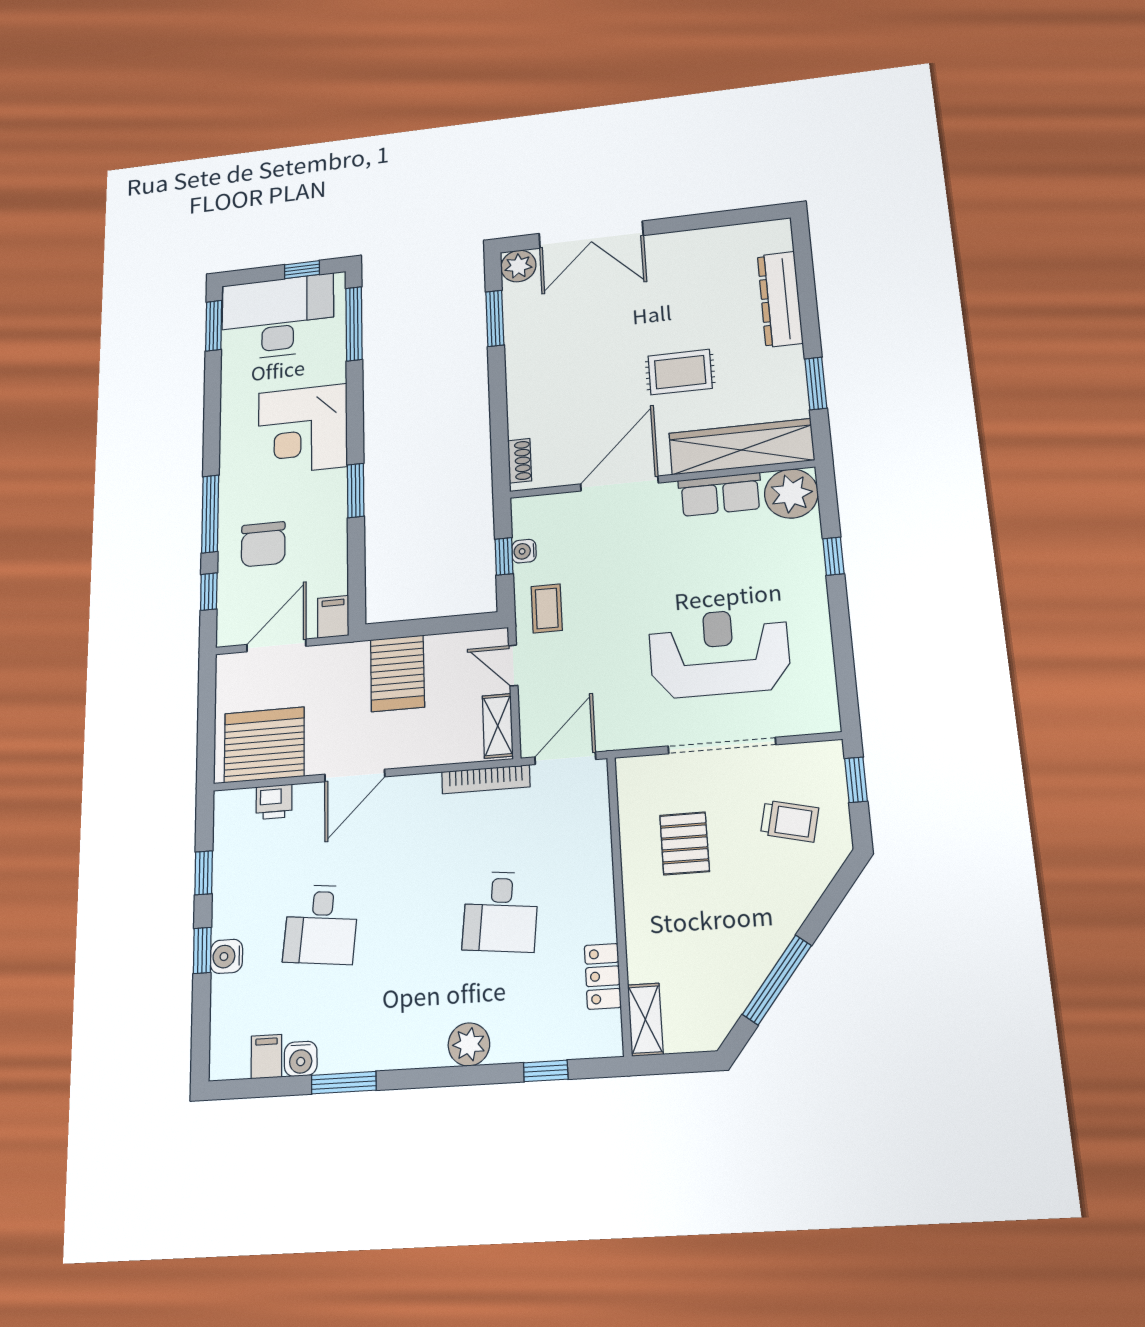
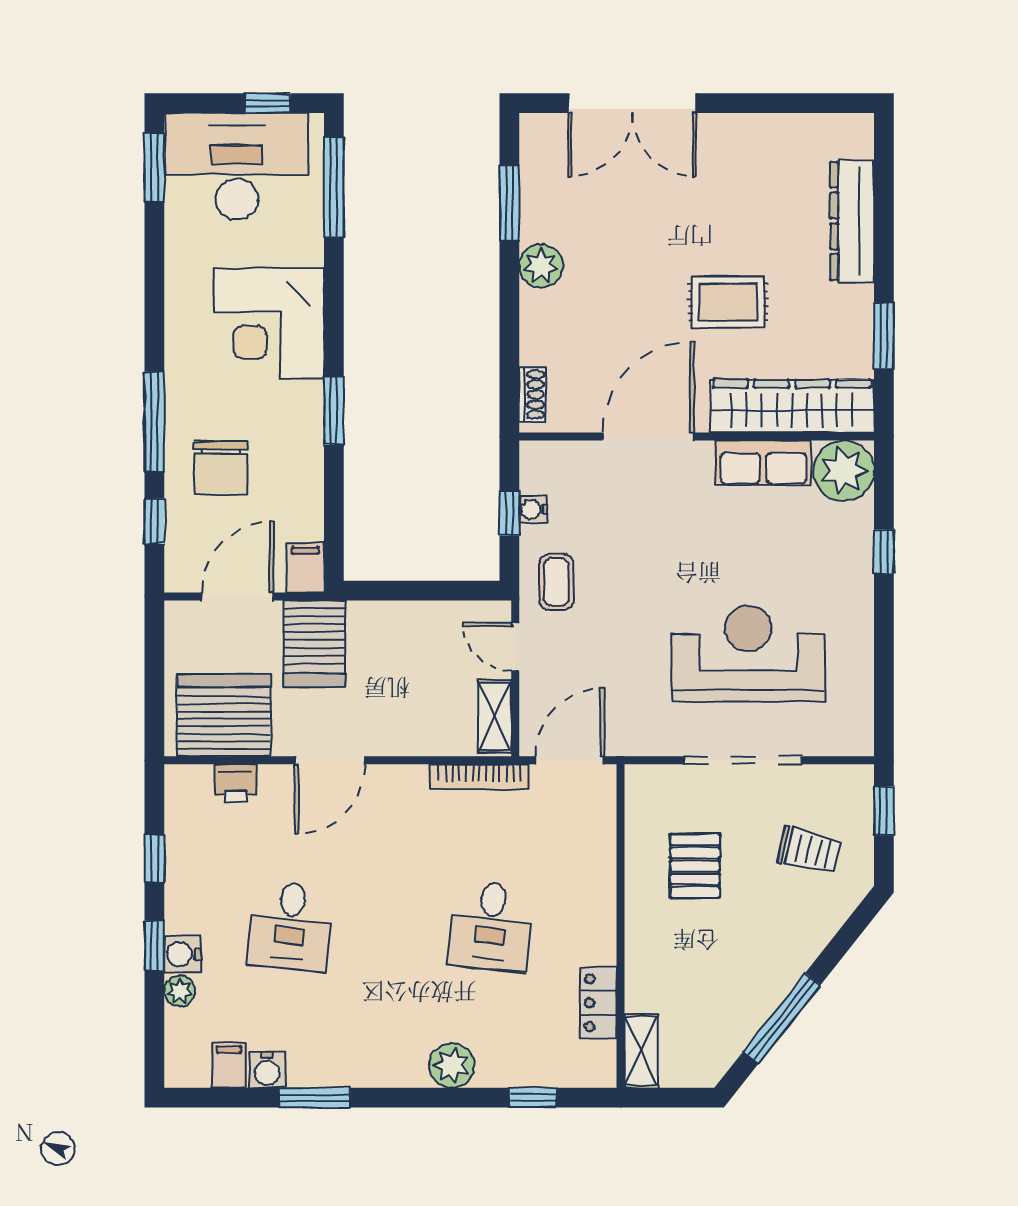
plant: (518, 266) -> (541, 266), moved
server rack: (397, 673) -> (314, 644), moved
plant: (224, 990) -> (180, 991), added

